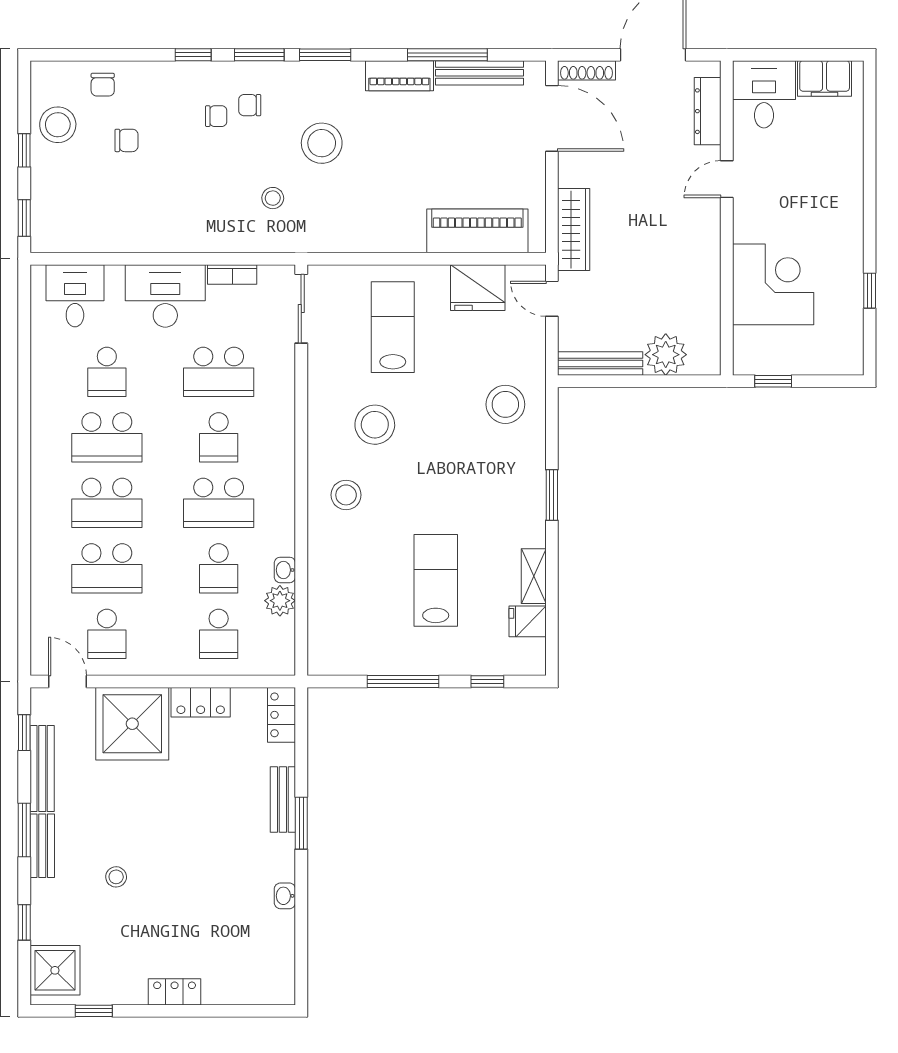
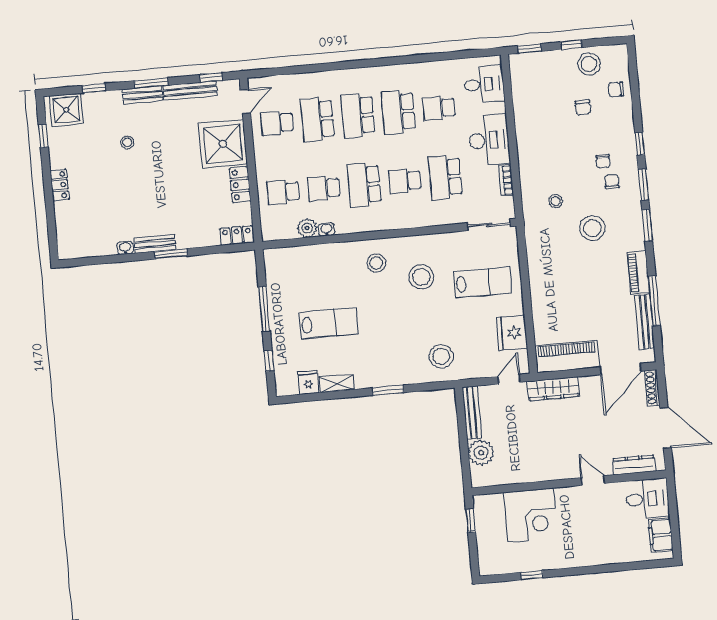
piano: (477, 231) -> (567, 357), moved, turned -90
bench: (283, 800) -> (155, 244), moved

